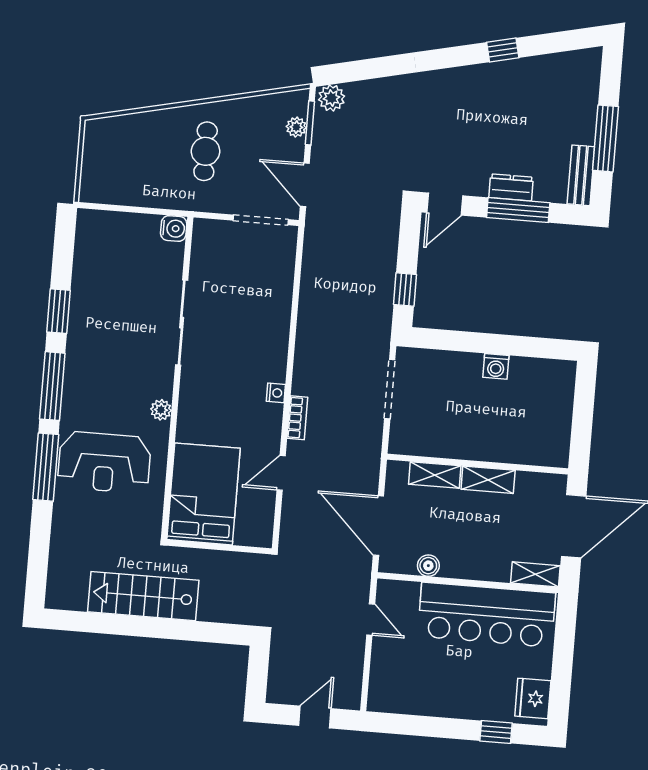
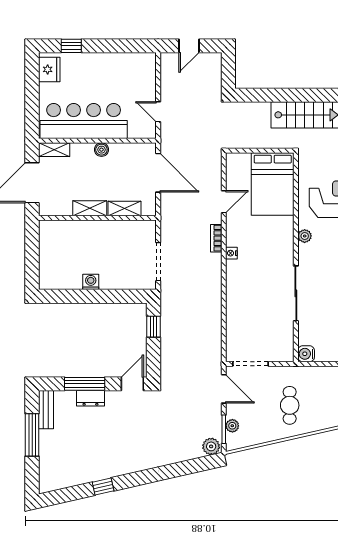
boiler: (428, 566) -> (101, 150), moved

